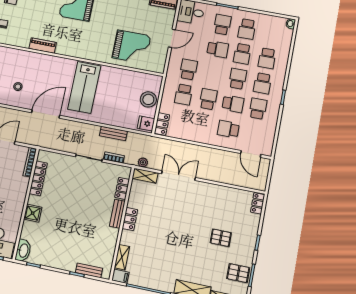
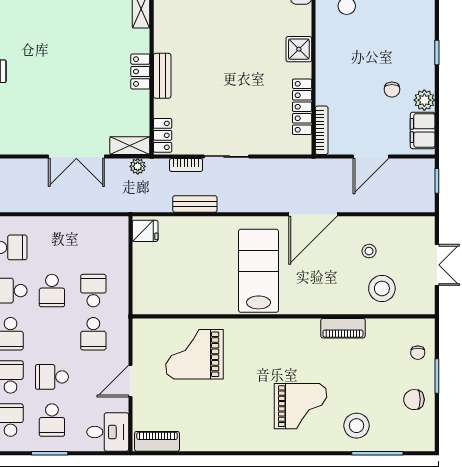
stool: (148, 99) -> (382, 288), moved
locker: (162, 124) -> (119, 235), removed
locker: (122, 188) -> (163, 135), moved

